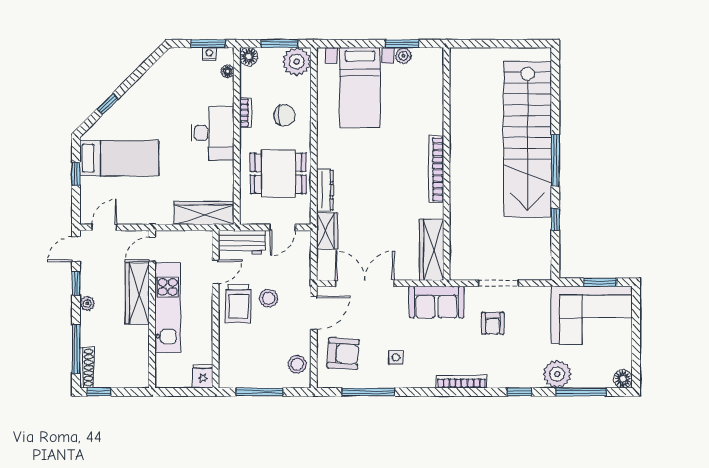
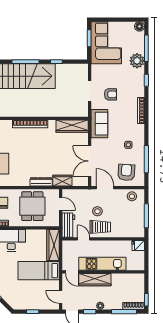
bed: (119, 158) -> (39, 271), moved, turned -90

